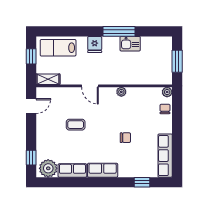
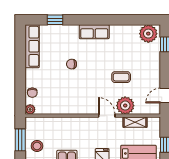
stool: (160, 55) -> (37, 146), added
shelving: (48, 79) -> (135, 122), moved
plant: (121, 92) -> (125, 106), moved, width x1.87, depth x1.87
row of seats: (72, 170) -> (124, 31), removed

